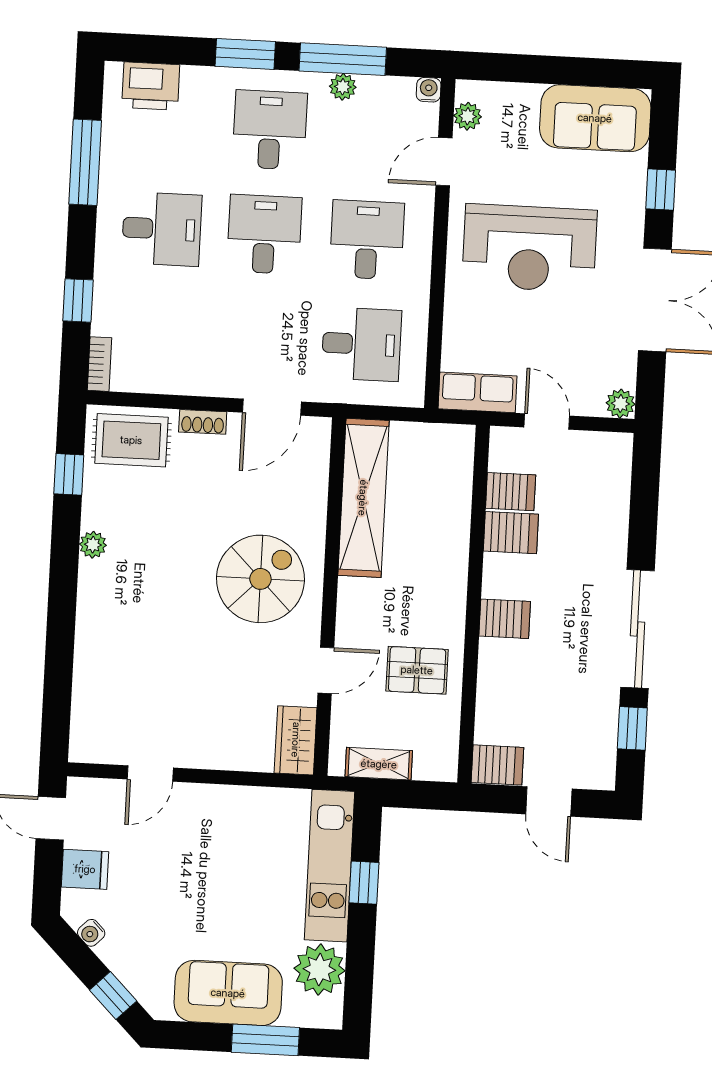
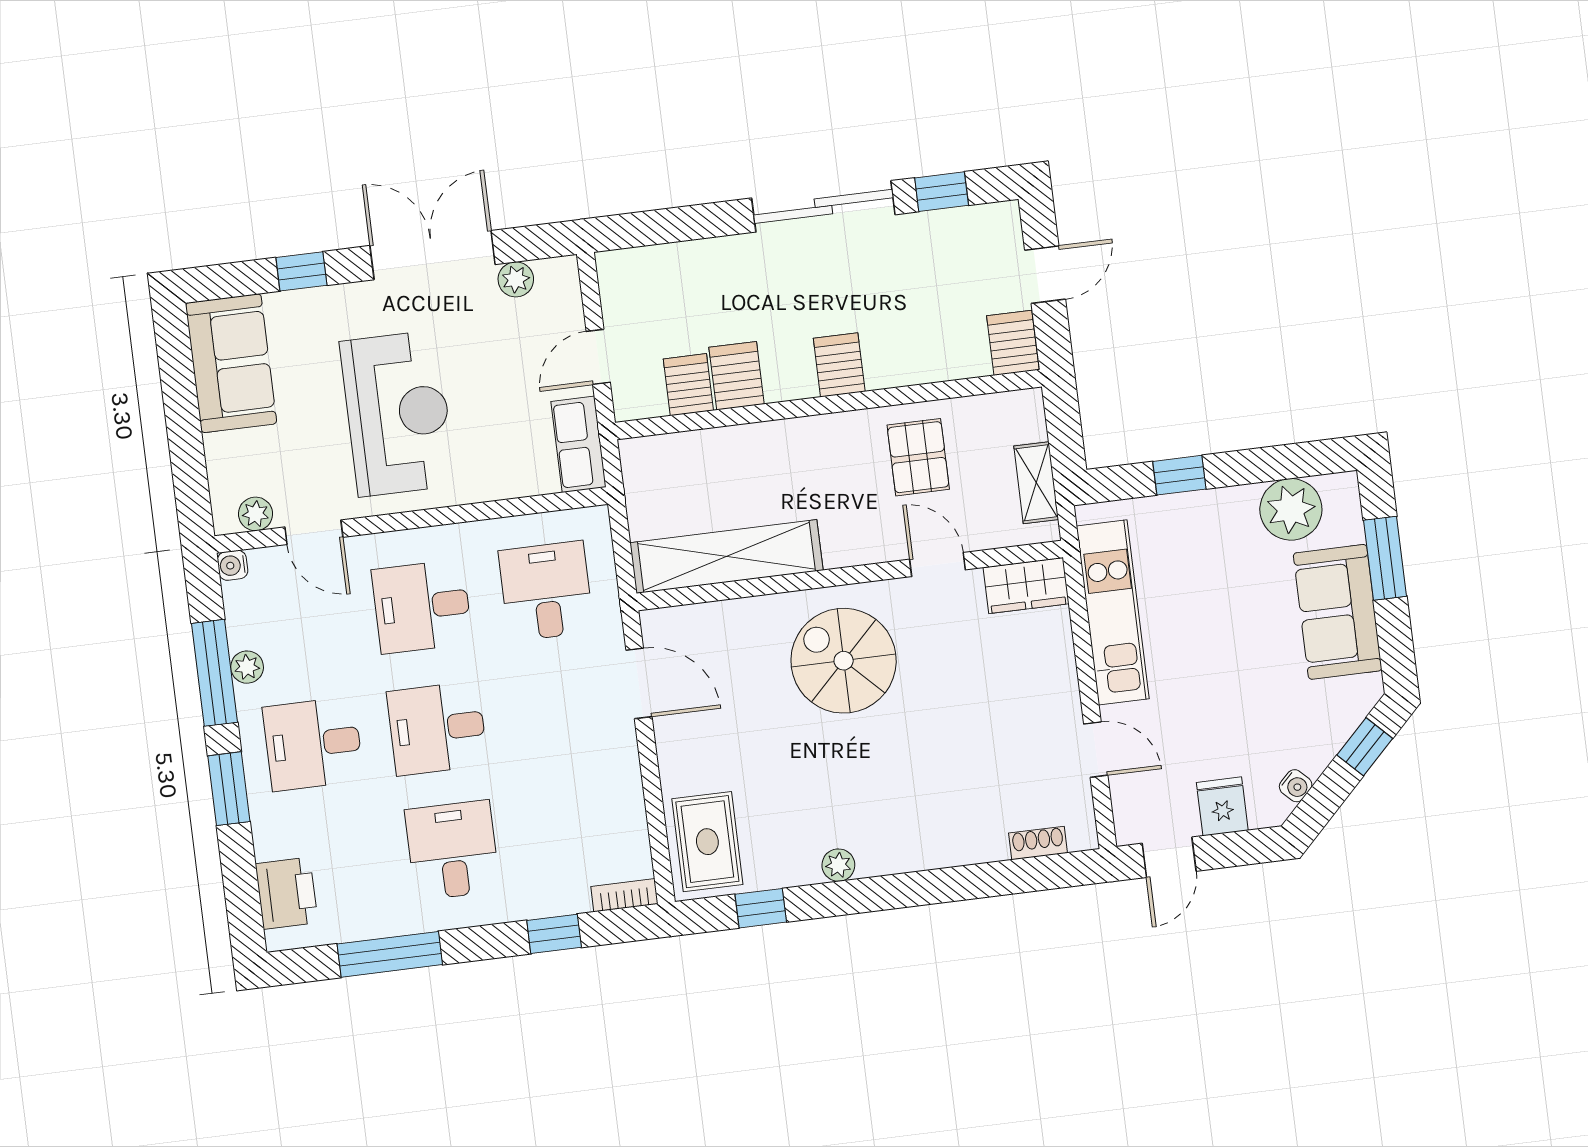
plant: (621, 404) -> (516, 279), moved
shoe rack: (203, 422) -> (1038, 843), moved, turned -90
kitchen unit: (329, 866) -> (1113, 612), moved, turned -90

